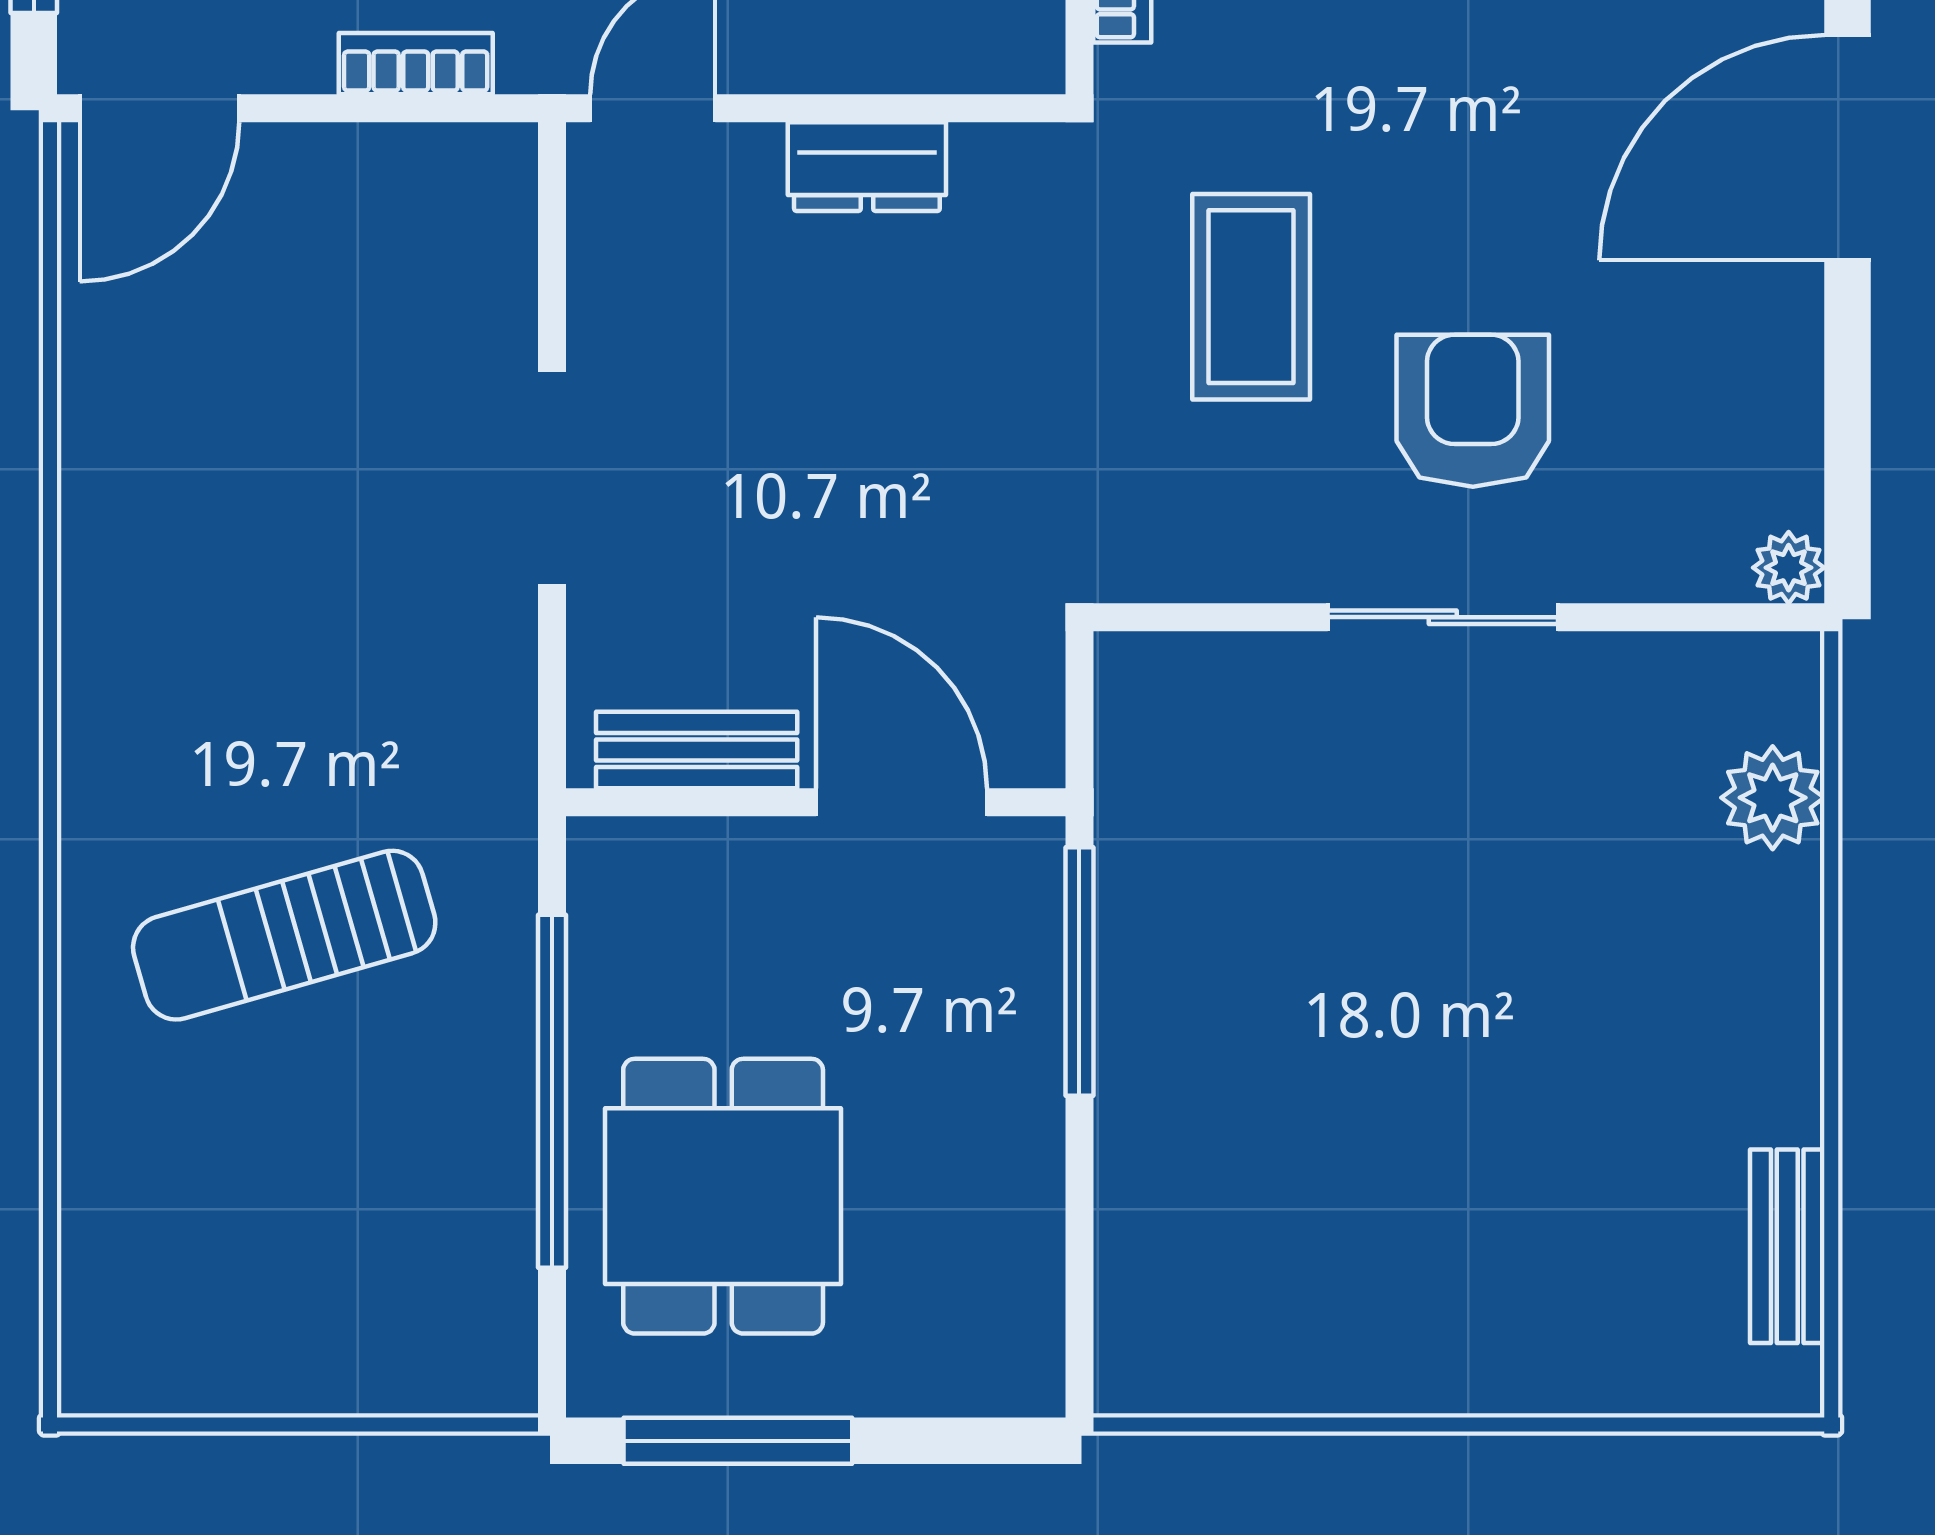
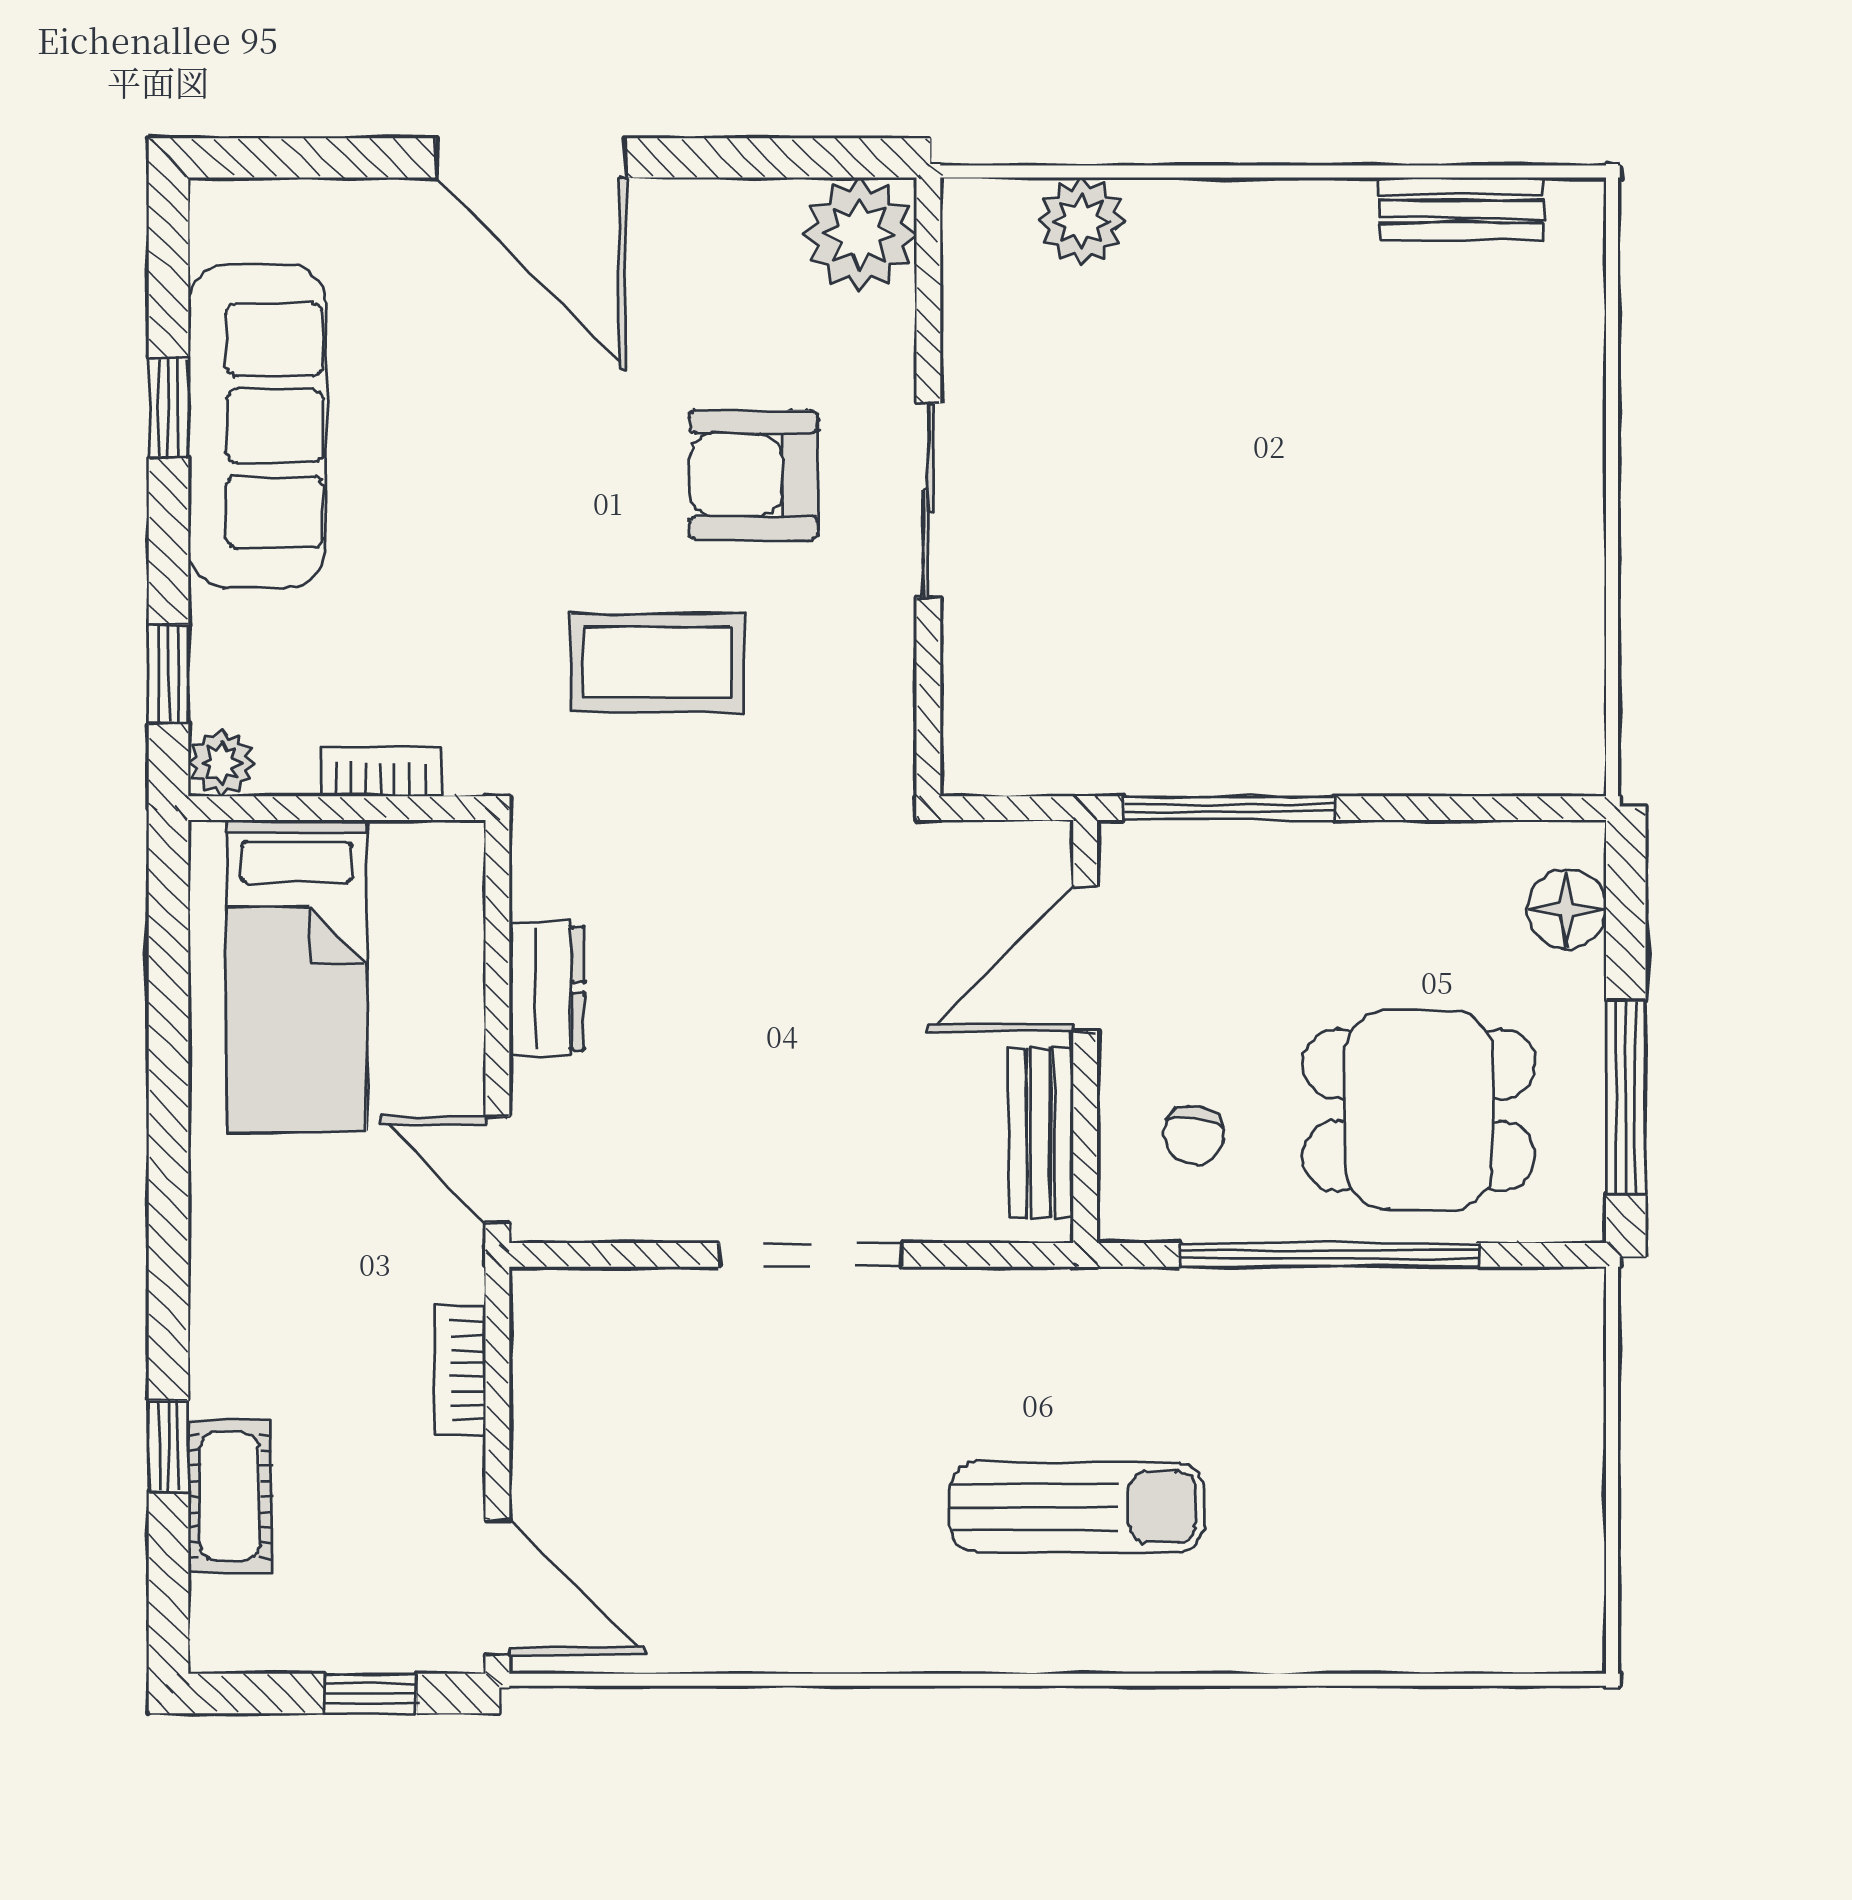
plant: (1789, 568) -> (860, 234), width x1.88, depth x1.88
chair: (693, 931) -> (1194, 1135), added
sun lounger: (284, 935) -> (1077, 1507), moved, turned -74
floor lamp: (960, 1371) -> (1567, 909), added

